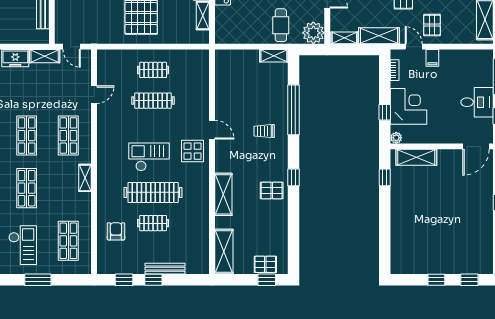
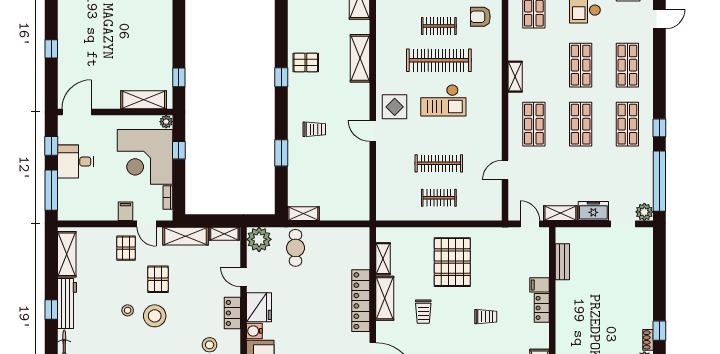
corner desk: (408, 106) -> (145, 157), width x1.36, depth x1.36
window: (294, 110) -> (281, 153), width x0.47
armchair: (116, 231) -> (480, 17), turned 90

